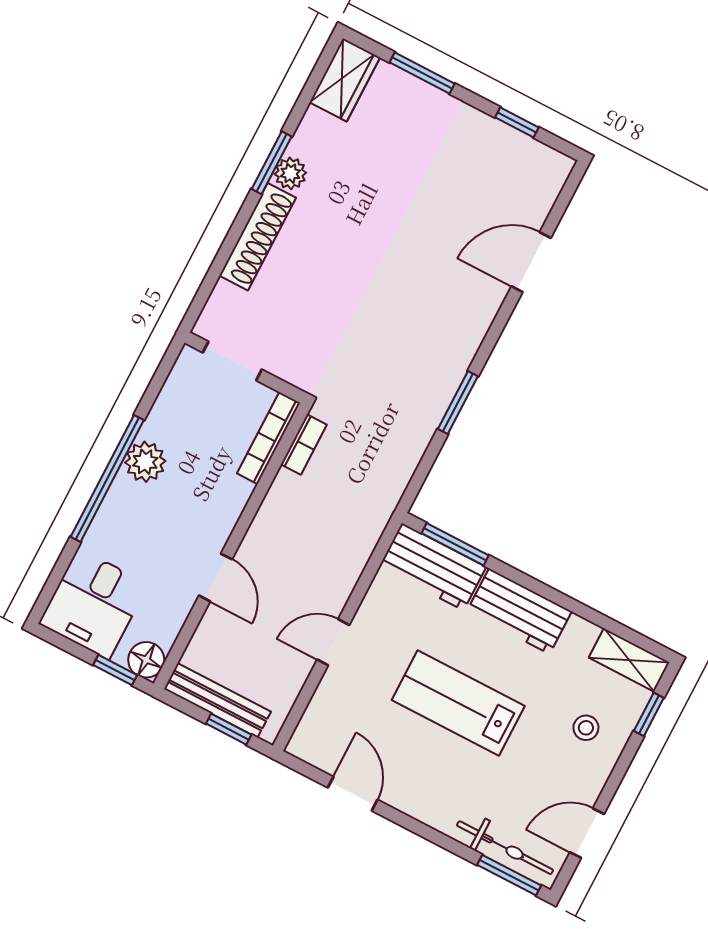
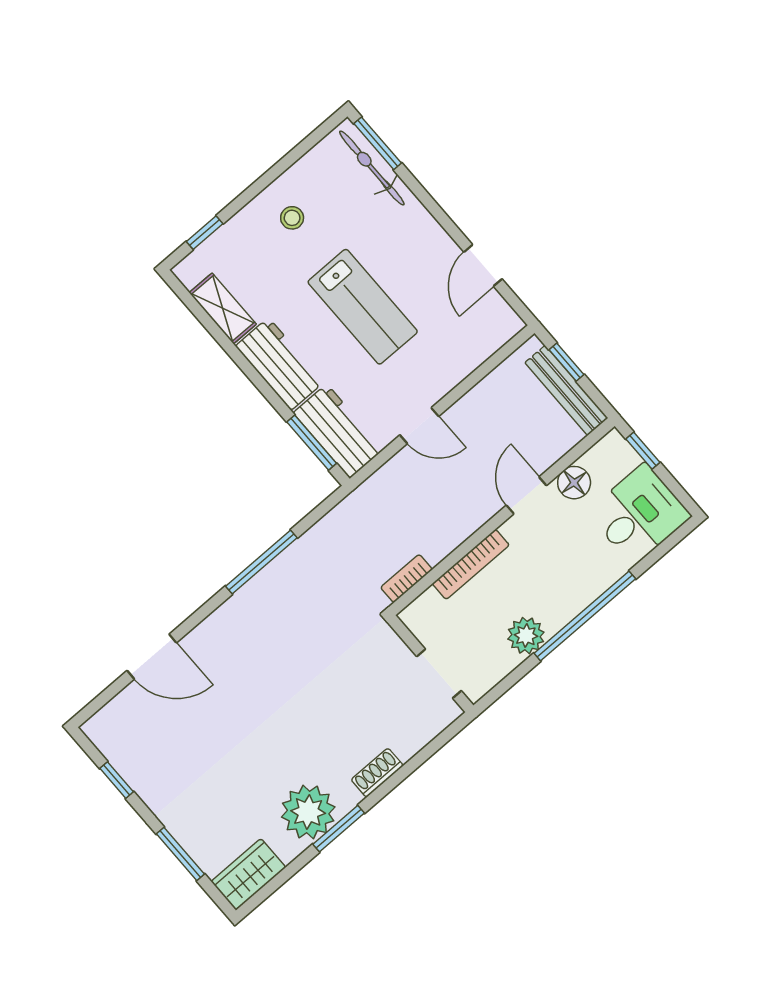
plant: (290, 173) -> (308, 812), width x1.88, depth x1.88
shoe rack: (258, 237) -> (377, 773), width x0.51, depth x0.81
window: (458, 403) -> (261, 562), width x1.44
bookcase: (269, 438) -> (471, 564), moved
plant: (145, 462) -> (526, 636), moved
door: (333, 642) -> (419, 426), moved
floor lamp: (146, 660) -> (574, 483), moved
shelving: (629, 660) -> (223, 308), moved
stool: (586, 728) -> (292, 218), moved
door: (587, 833) -> (297, 153), removed

